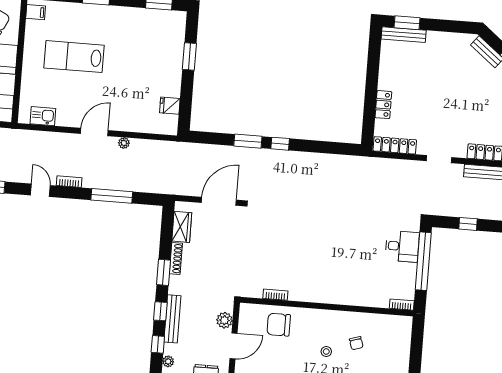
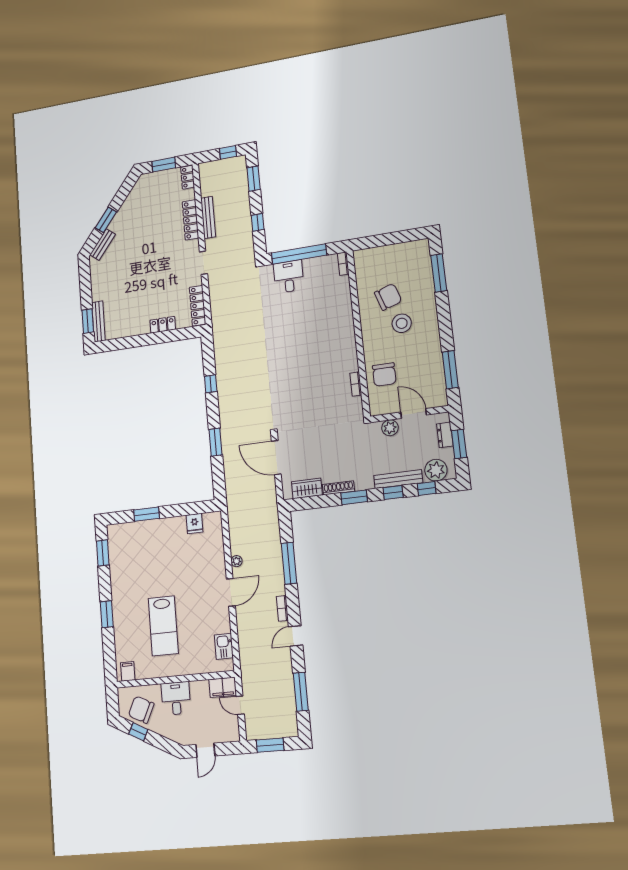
door: (94, 132) -> (231, 592), swing flipped
window: (280, 144) -> (211, 384), moved
chair: (356, 343) -> (388, 297), width x1.87, depth x1.87
stool: (326, 351) -> (402, 323), width x1.89, depth x1.89
plant: (168, 361) -> (436, 470), width x1.88, depth x1.88

